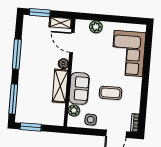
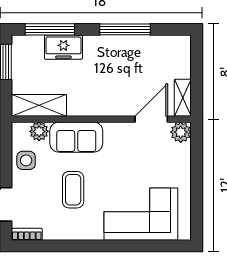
window: (40, 13) -> (197, 62), removed
plant: (96, 27) -> (181, 132), moved
boiler: (63, 64) -> (115, 108), removed
shelving: (60, 86) -> (39, 105), moved
freezer: (25, 92) -> (63, 47), added

